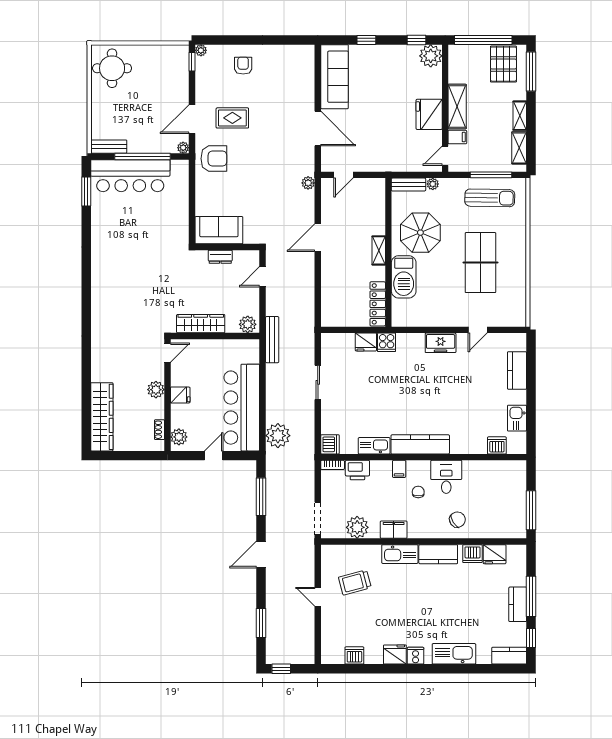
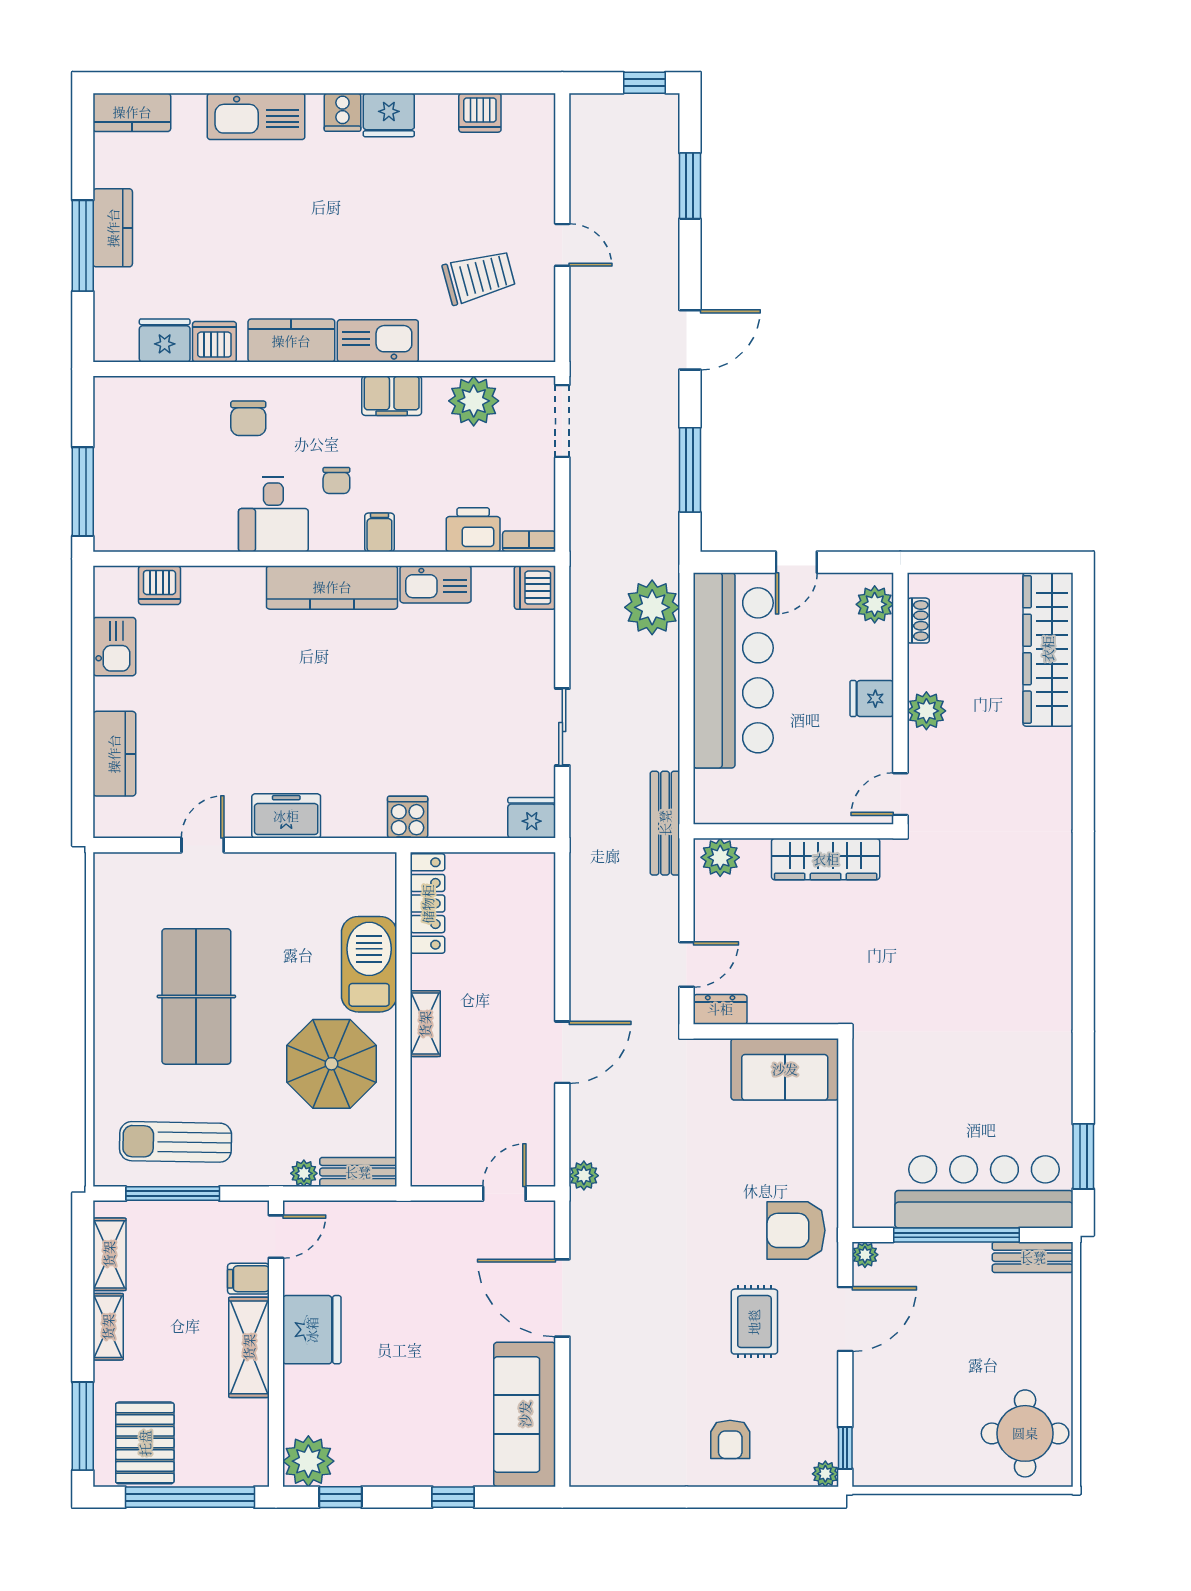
rug: (232, 118) -> (754, 1322), turned 90
dresser: (220, 257) -> (720, 1009), moved
fridge: (366, 342) -> (532, 818), moved
window: (531, 510) -> (83, 492), moved
chair: (457, 520) -> (248, 418), turned -57
window: (531, 638) -> (83, 152), removed

